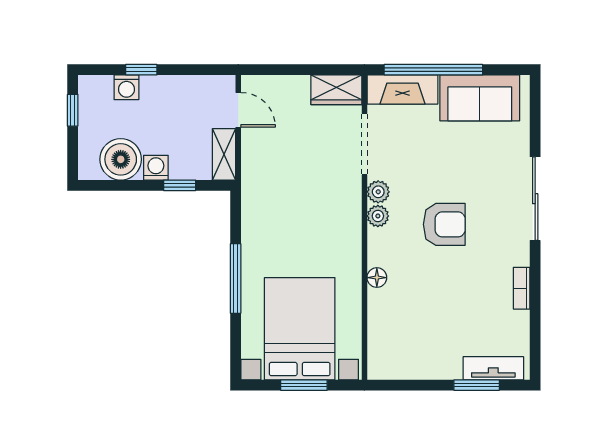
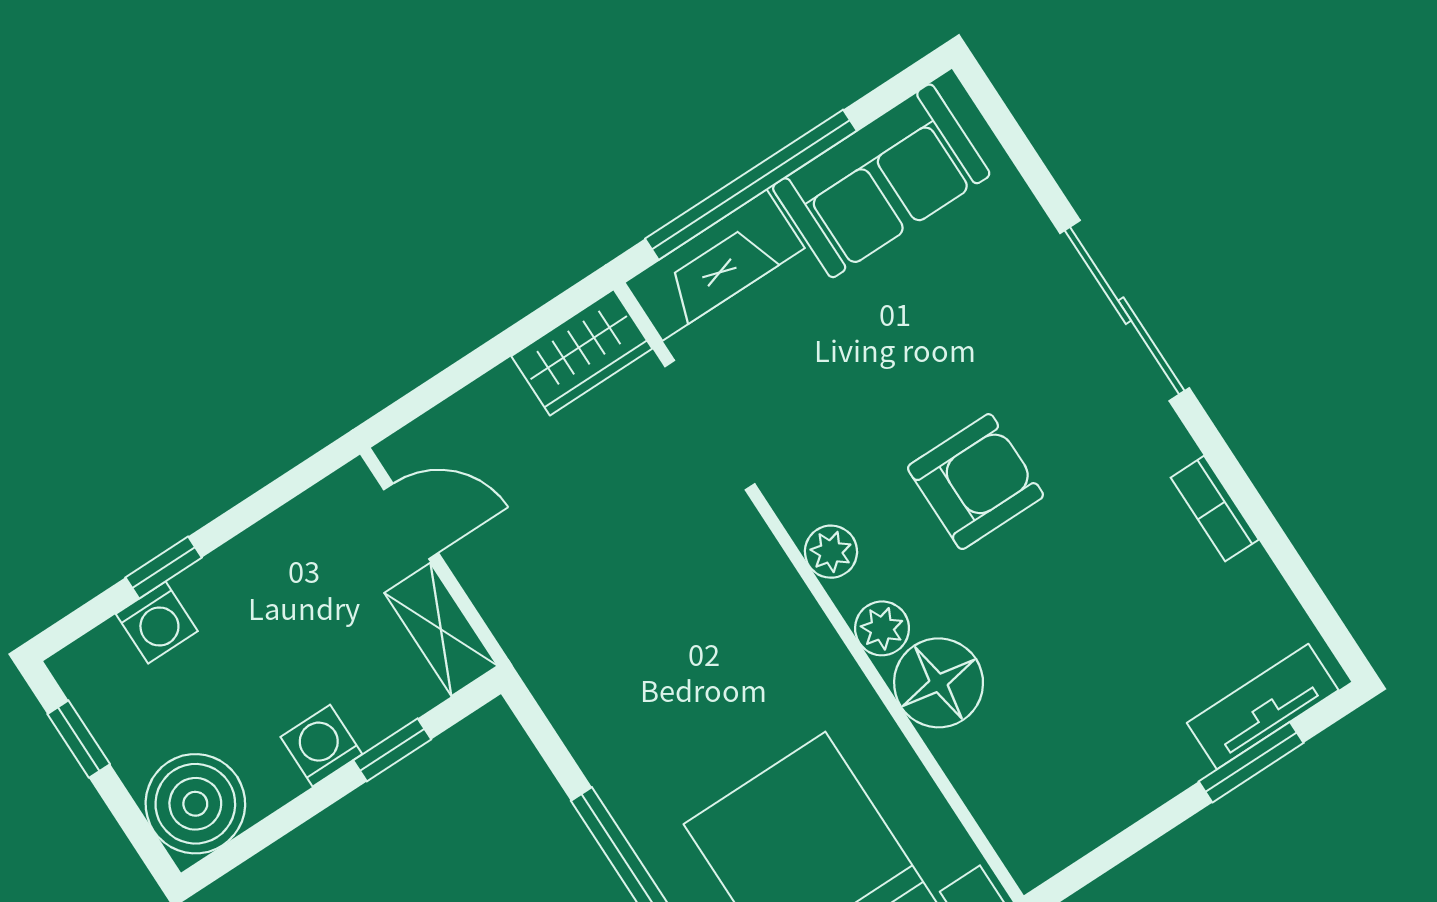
boiler: (121, 159) -> (195, 804), moved
plant: (378, 192) -> (882, 628), moved
floor lamp: (377, 278) -> (939, 683), width x1.89, depth x1.89

